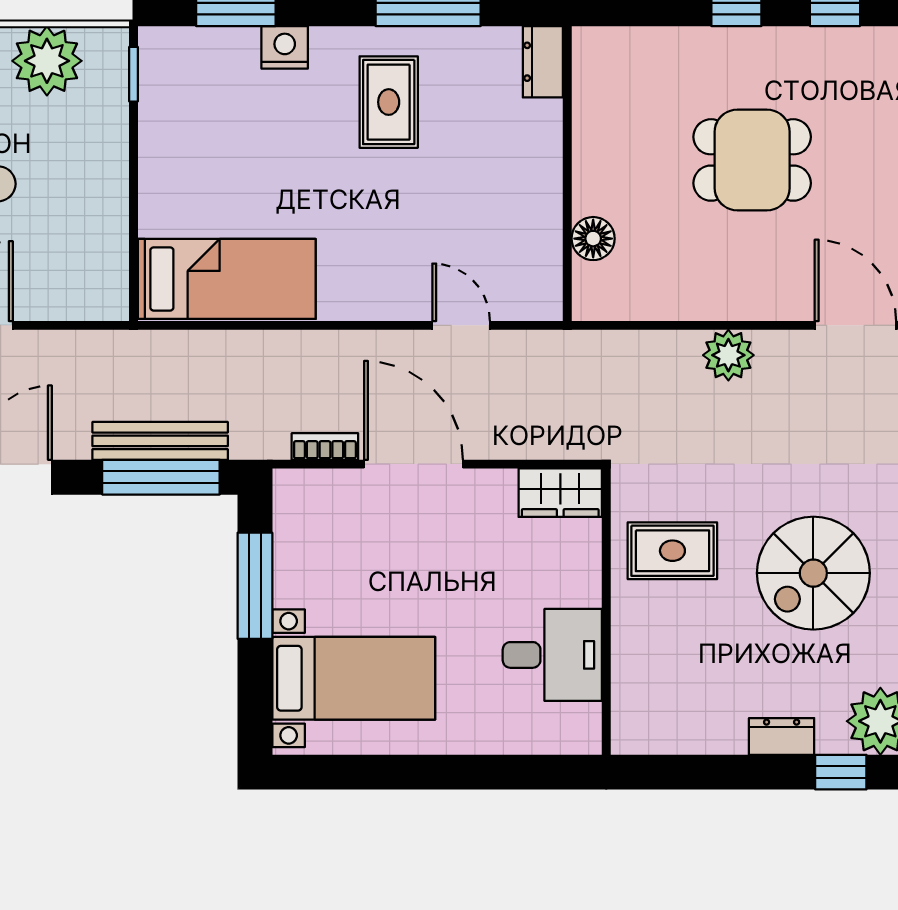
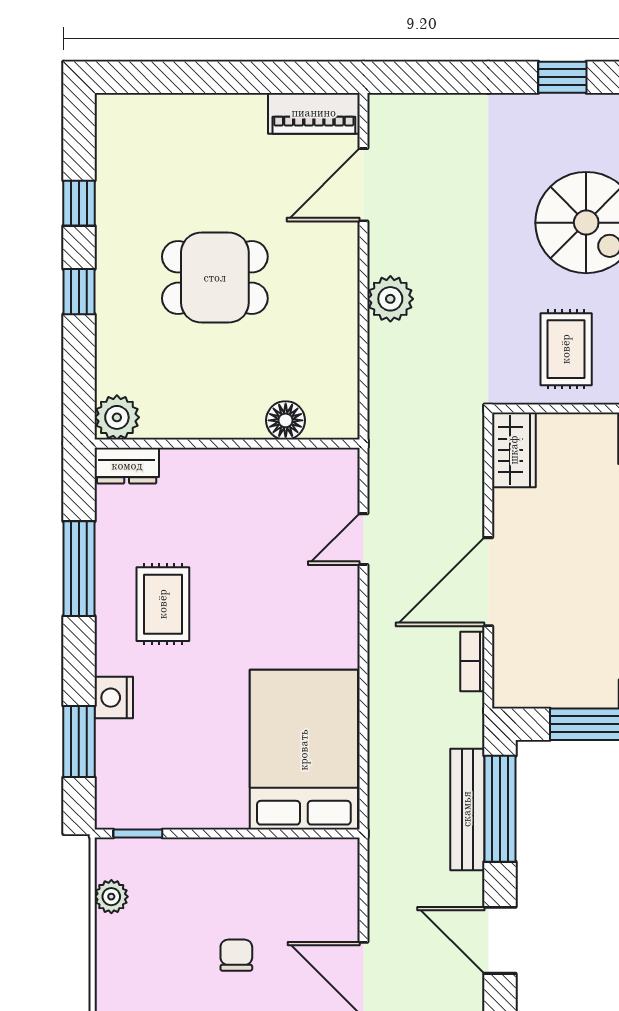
plant: (596, 51) -> (117, 417), added
plant: (47, 61) -> (111, 897), width x0.53, depth x0.53
rug: (389, 102) -> (163, 604), turned 90
dining table: (752, 160) -> (215, 278), turned 90
bed: (227, 279) -> (304, 750), width x1.50

